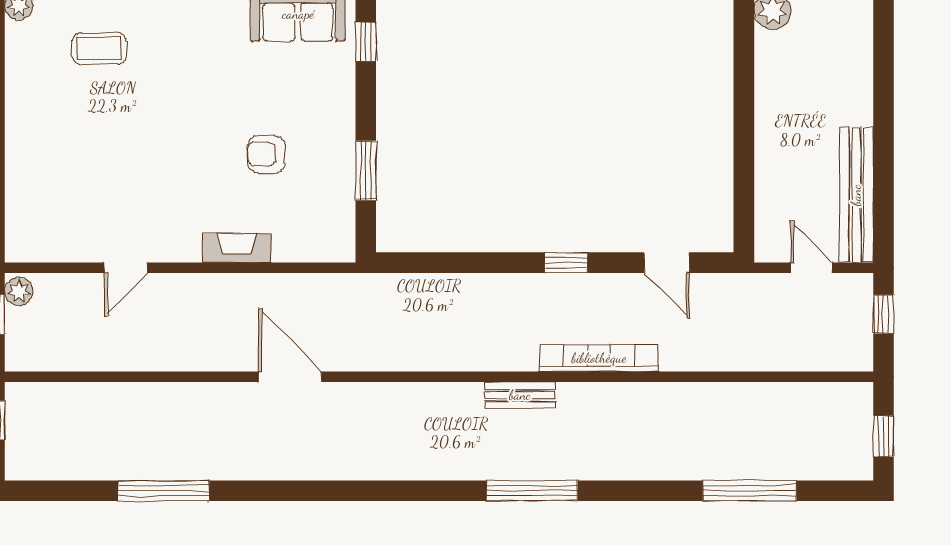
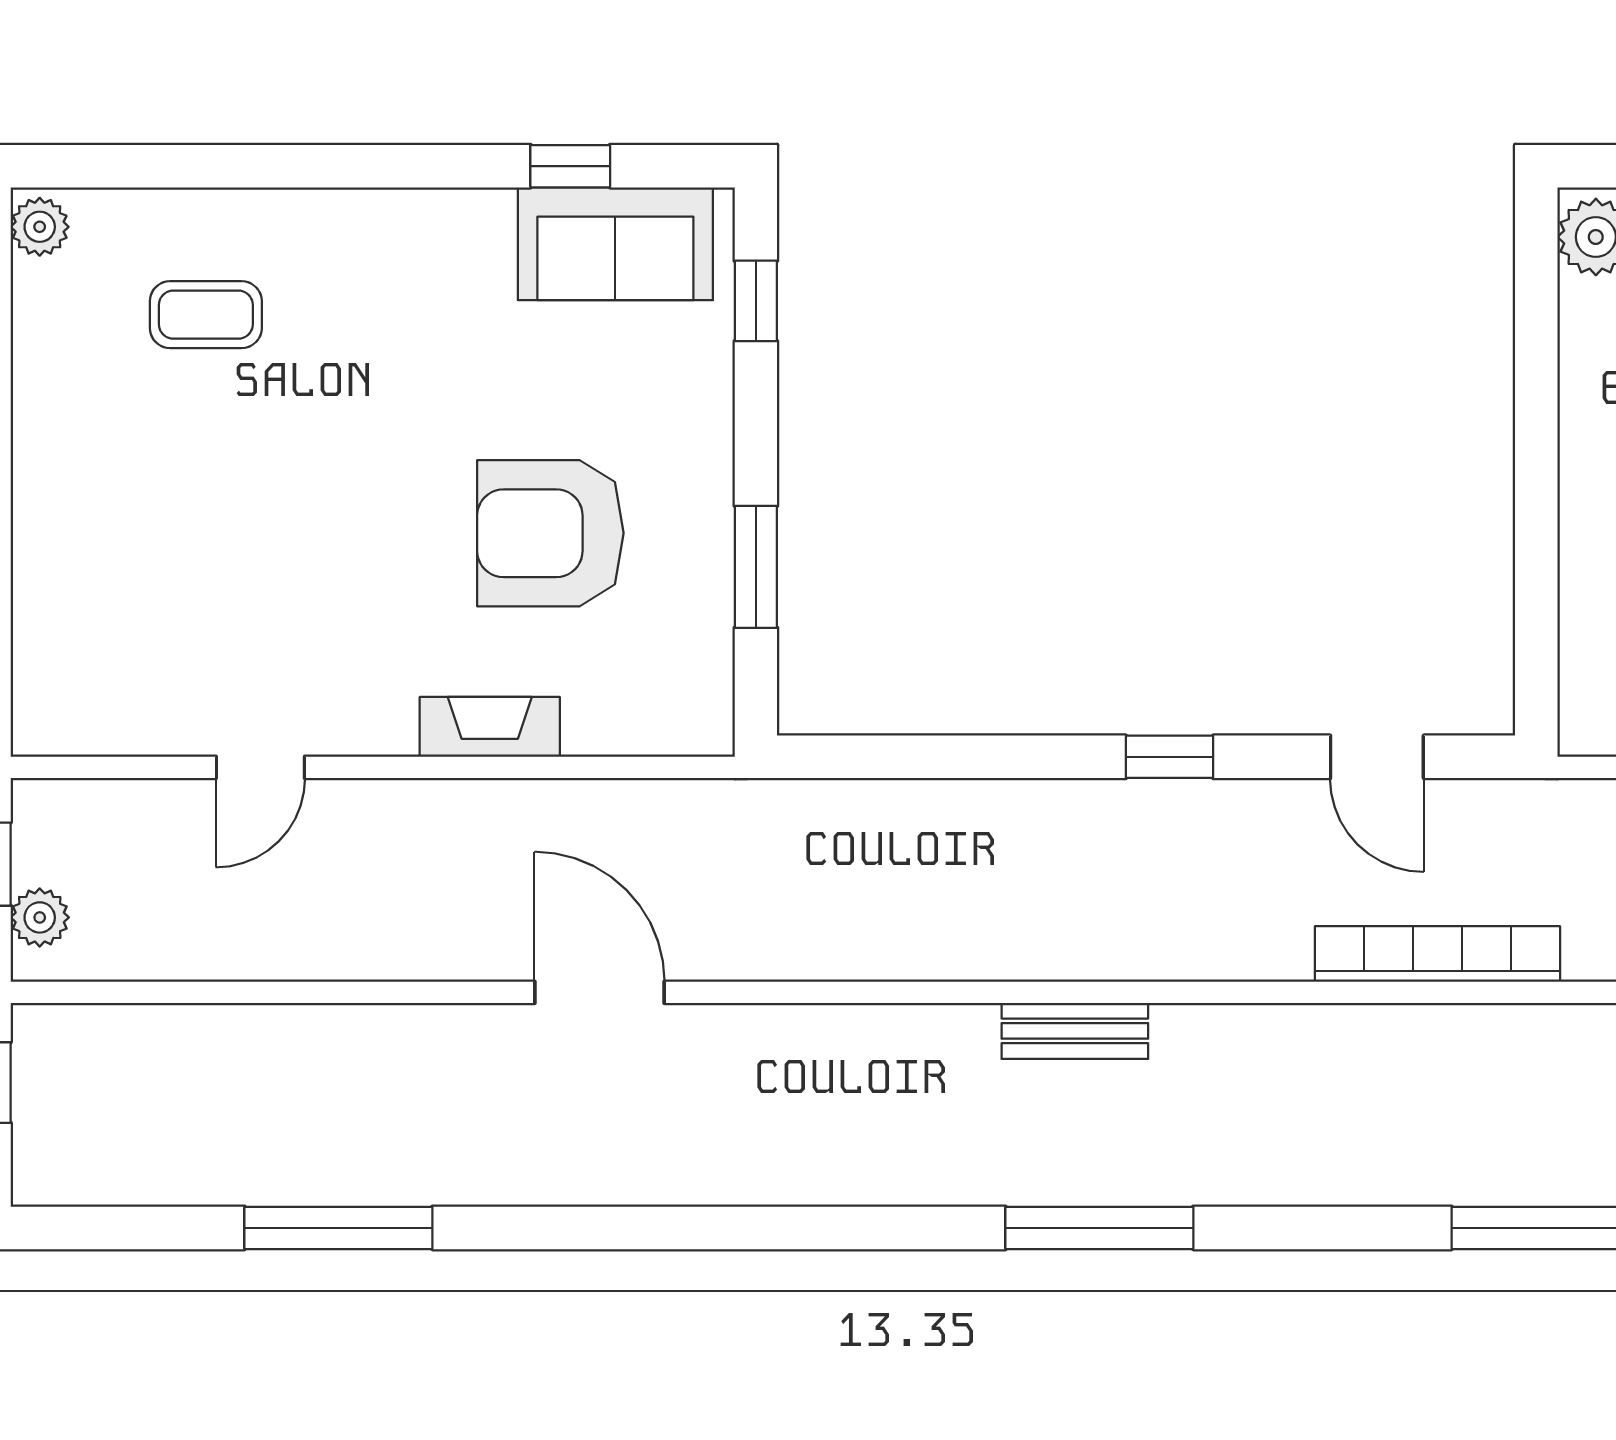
armchair: (266, 154) -> (550, 533), width x1.88, depth x1.88
plant: (19, 291) -> (40, 917), moved
bookcase: (599, 358) -> (1437, 954), moved

